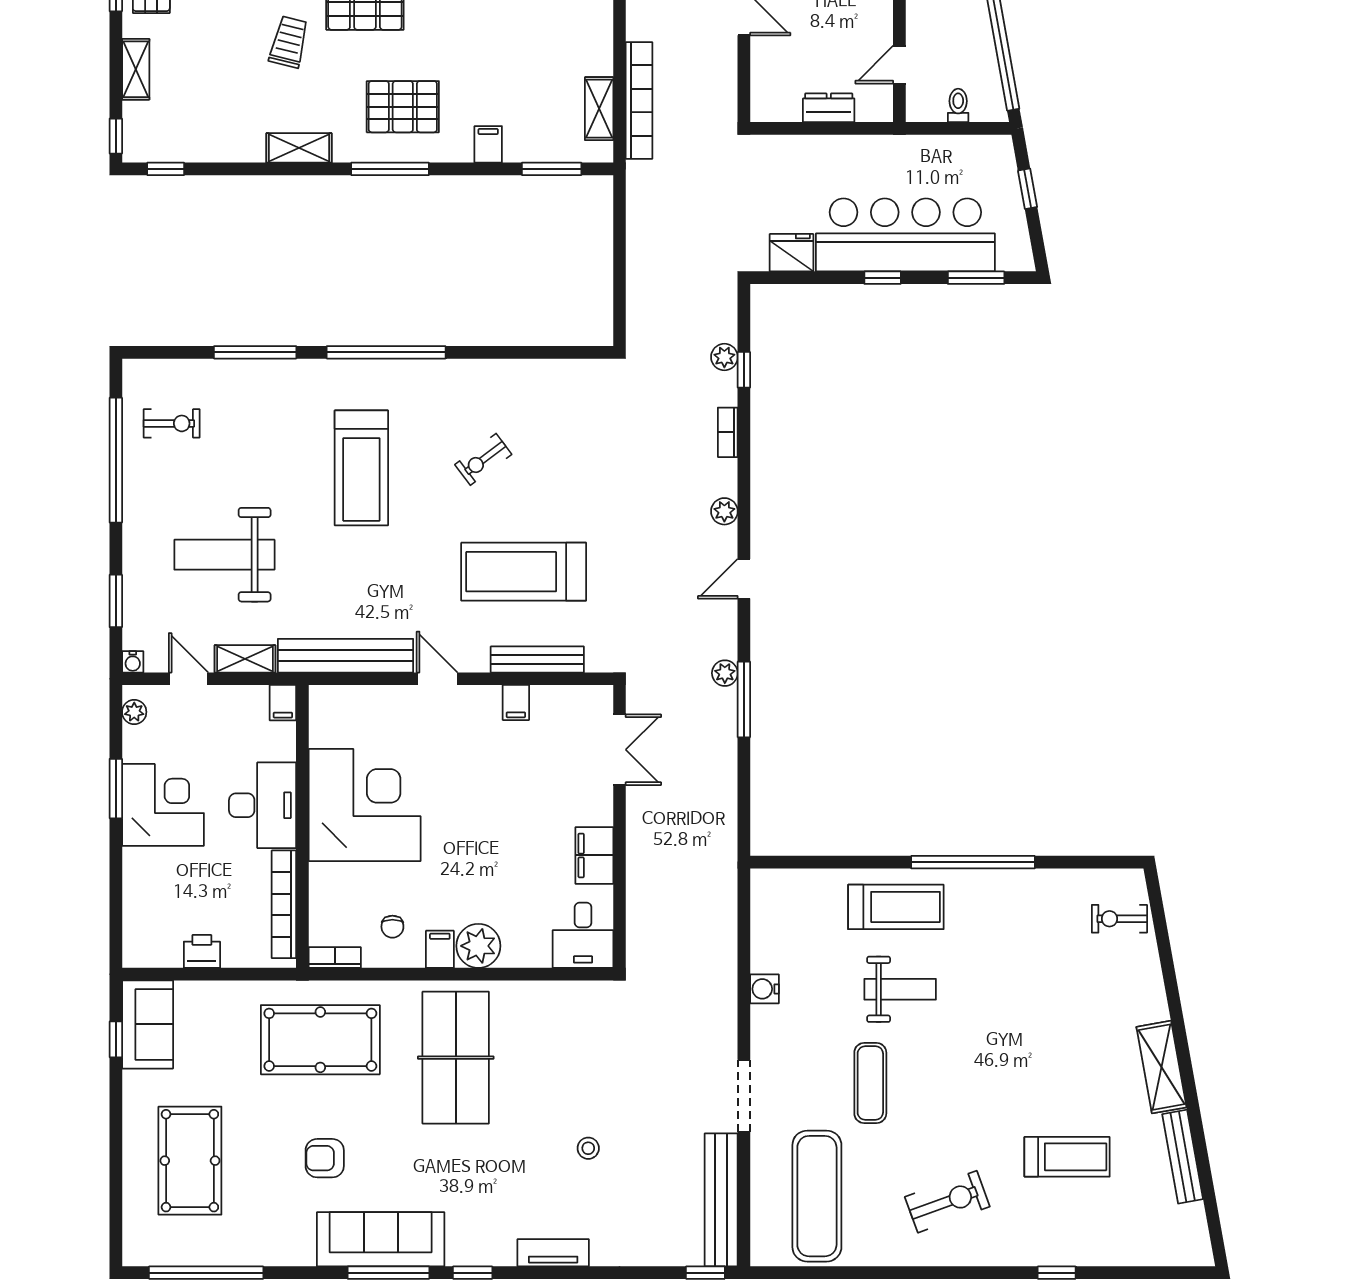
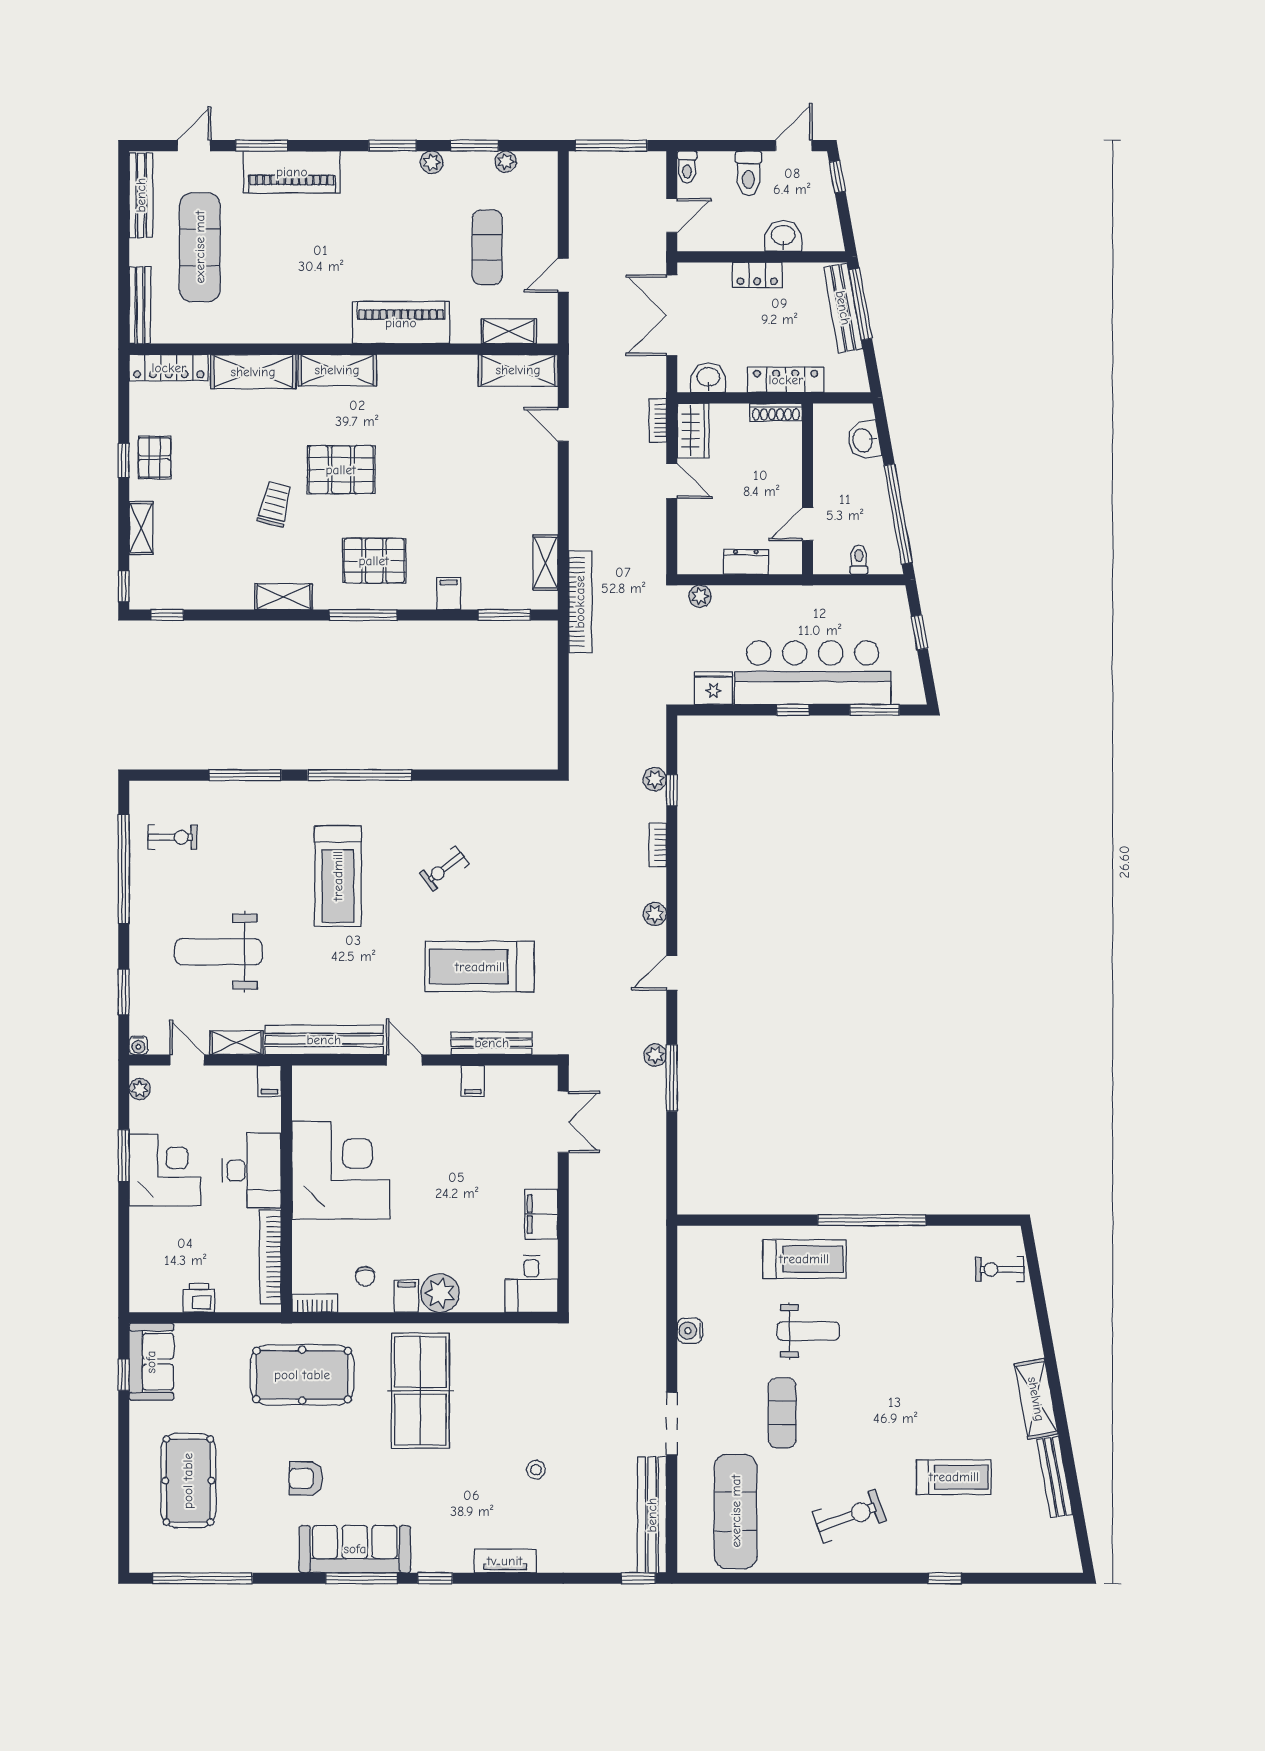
bookcase: (639, 101) -> (580, 602), moved
plant: (776, 147) -> (700, 596), added

